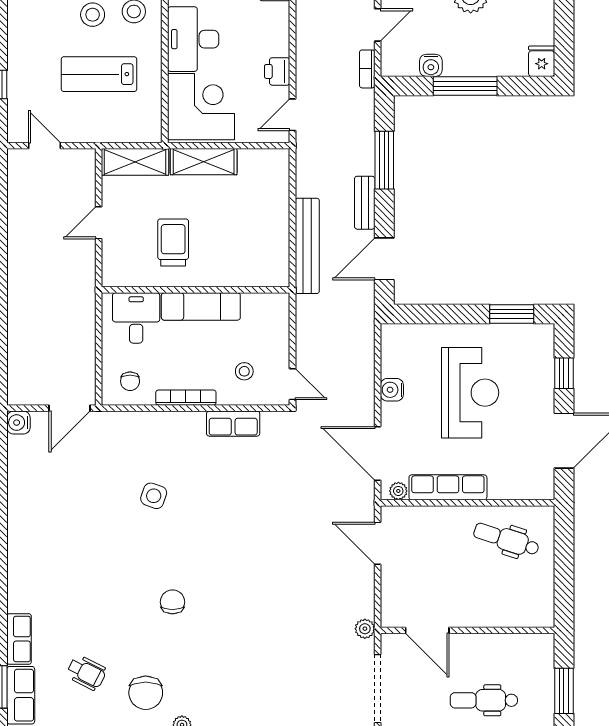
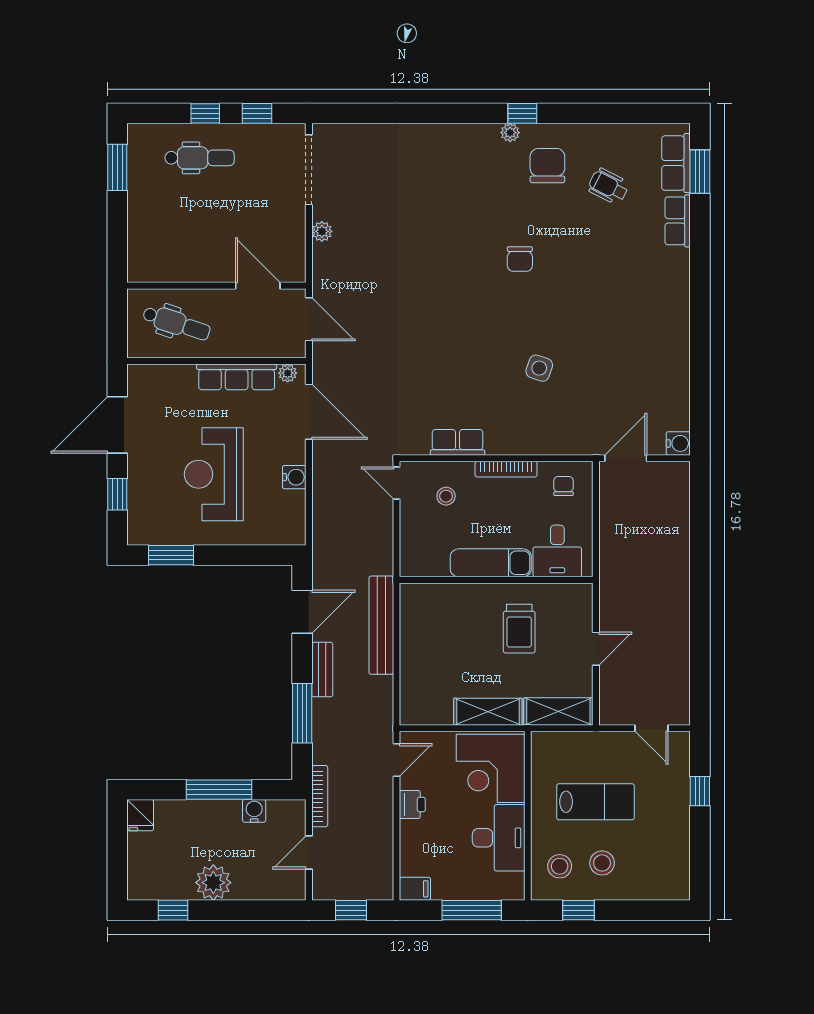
bookcase: (367, 69) -> (320, 796), width x1.56
door: (427, 630) -> (258, 286), moved
wall: (467, 630) -> (216, 286), moved

